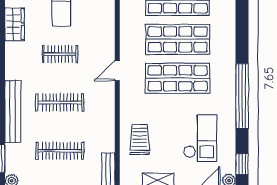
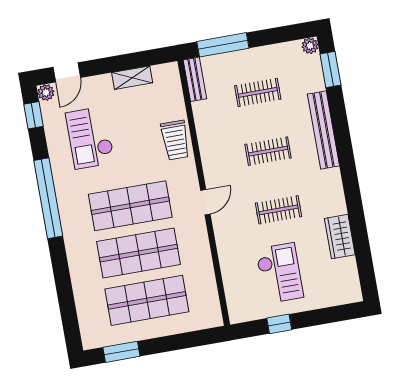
clothes rail: (60, 102) -> (268, 151), width x0.73
trolley: (140, 140) -> (175, 140), moved
clothes rail: (60, 151) -> (258, 92), width x0.73

